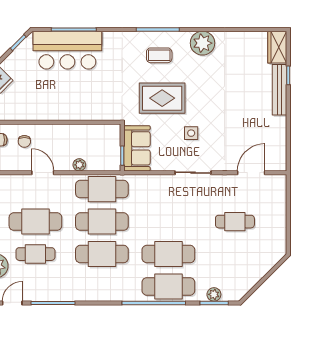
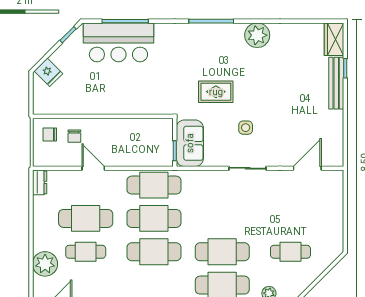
coffee table: (159, 55) -> (213, 48), removed
rug: (162, 98) -> (216, 92), width x0.73, depth x0.70
plant: (79, 165) -> (131, 160), removed
cafe table: (235, 222) -> (290, 252), moved

